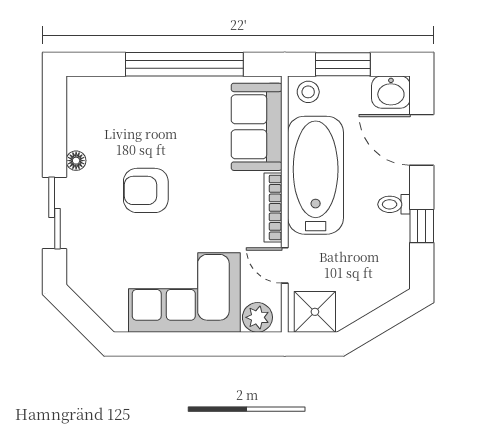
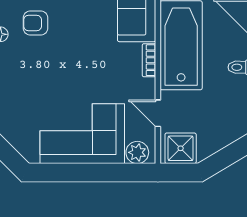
armchair: (146, 190) -> (36, 23), moved, width x0.72, depth x0.72
bookcase: (273, 207) -> (149, 60), width x0.64

